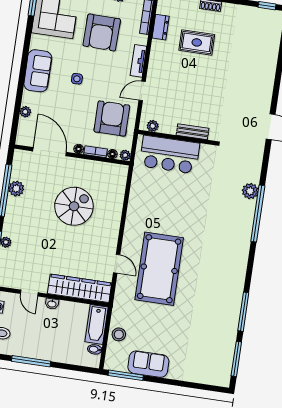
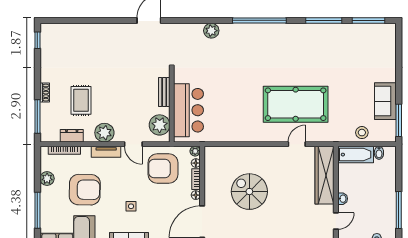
plant: (159, 62) -> (104, 133), added
plant: (153, 126) -> (160, 125), width x1.88, depth x1.88
window: (258, 213) -> (259, 20), moved

